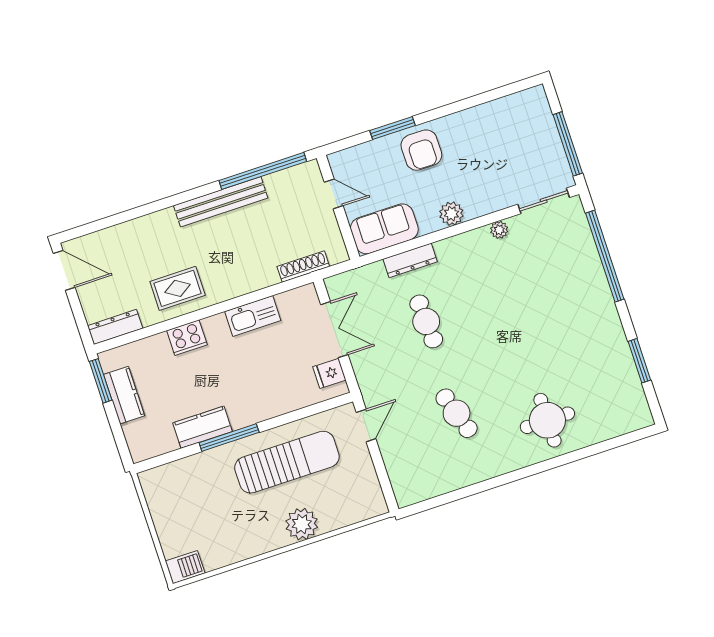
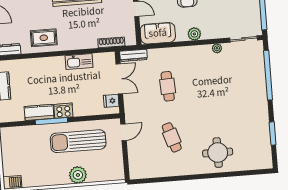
dresser: (410, 260) -> (133, 55), moved
cooker: (187, 338) -> (63, 111), moved, turned 180
sun lounger: (287, 462) -> (78, 141), turned 180

